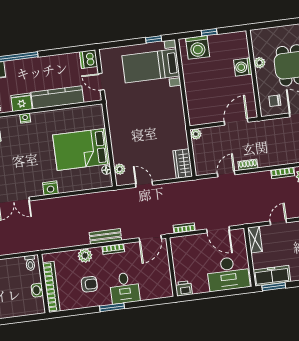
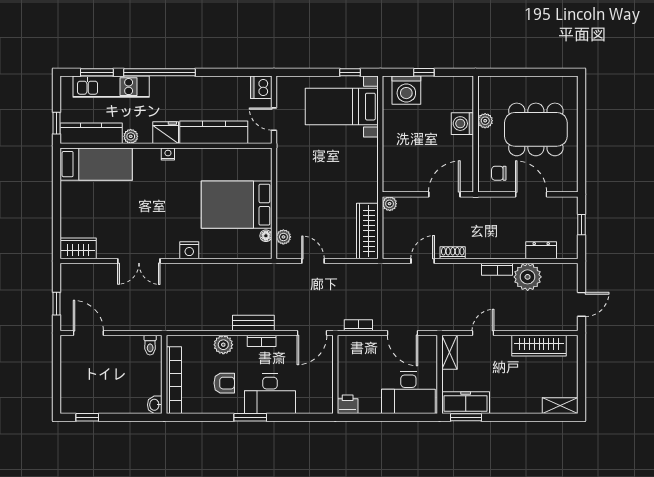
wardrobe: (183, 164) -> (367, 231), width x1.50
desk: (125, 288) -> (270, 394), width x1.37
washbasin: (37, 290) -> (155, 405), moved

